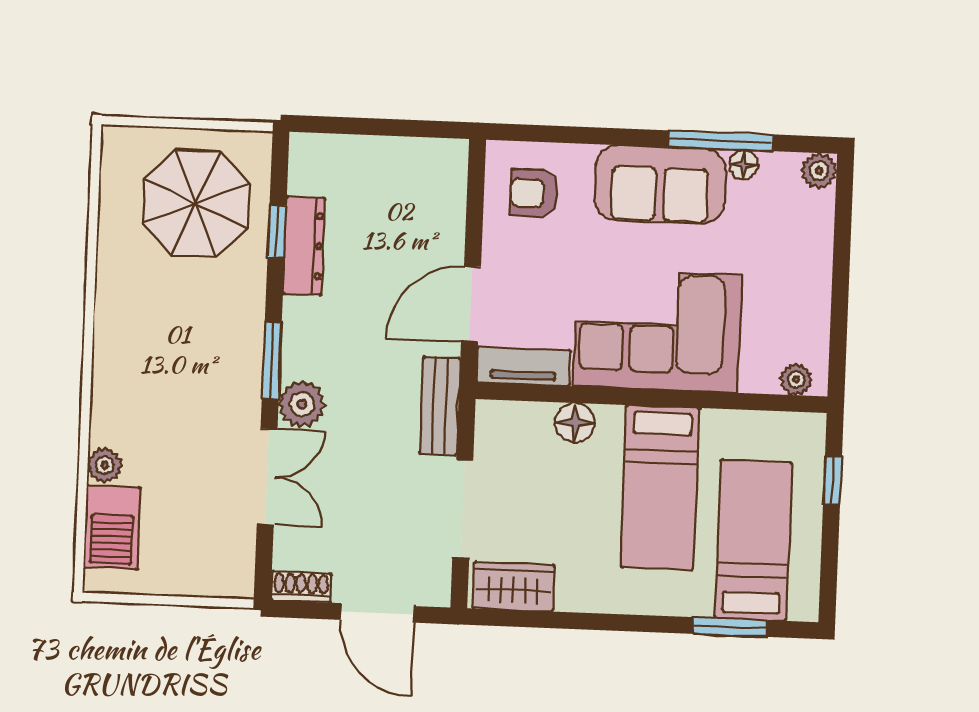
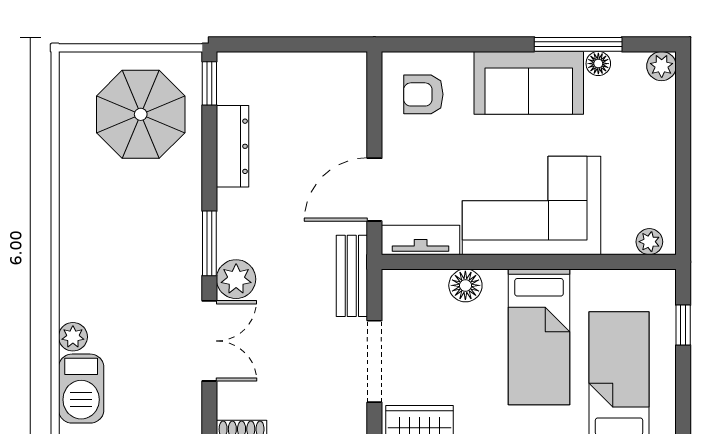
window: (277, 231) -> (209, 83), moved

